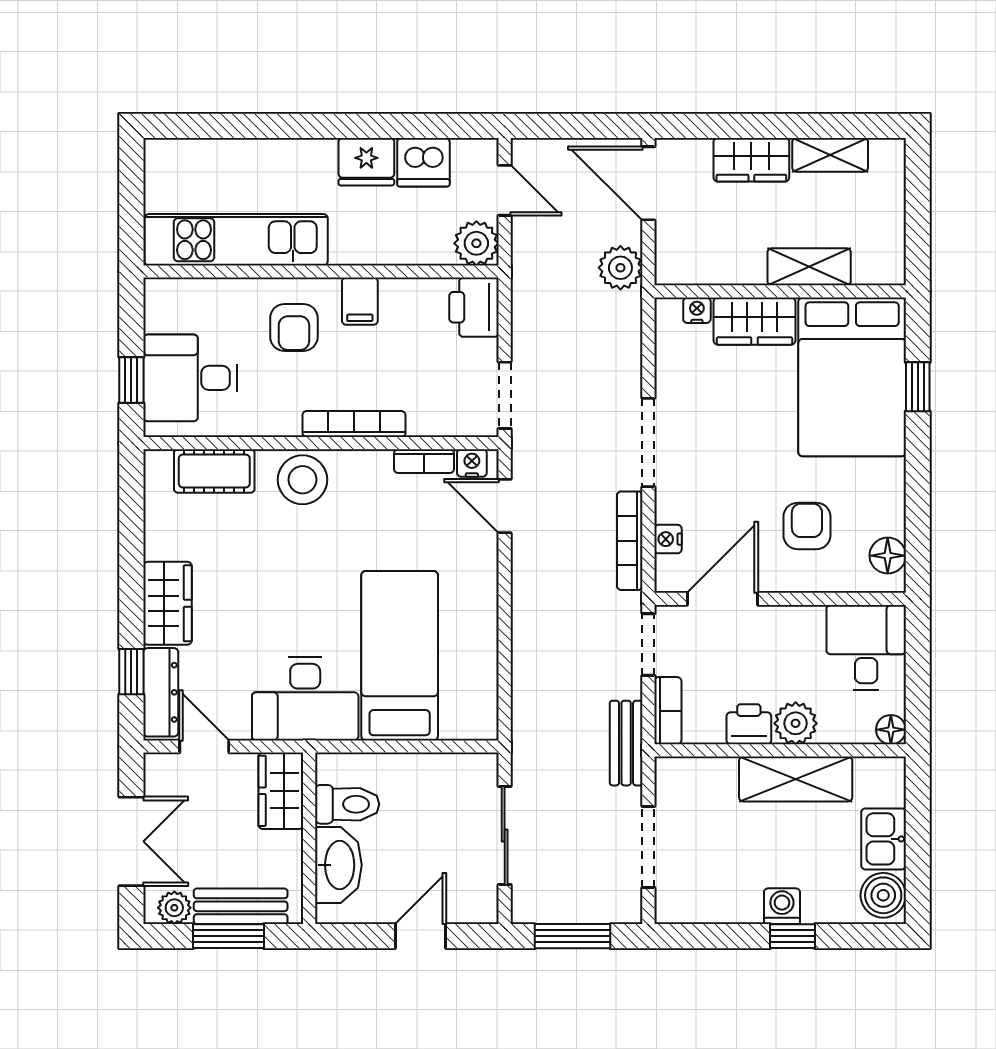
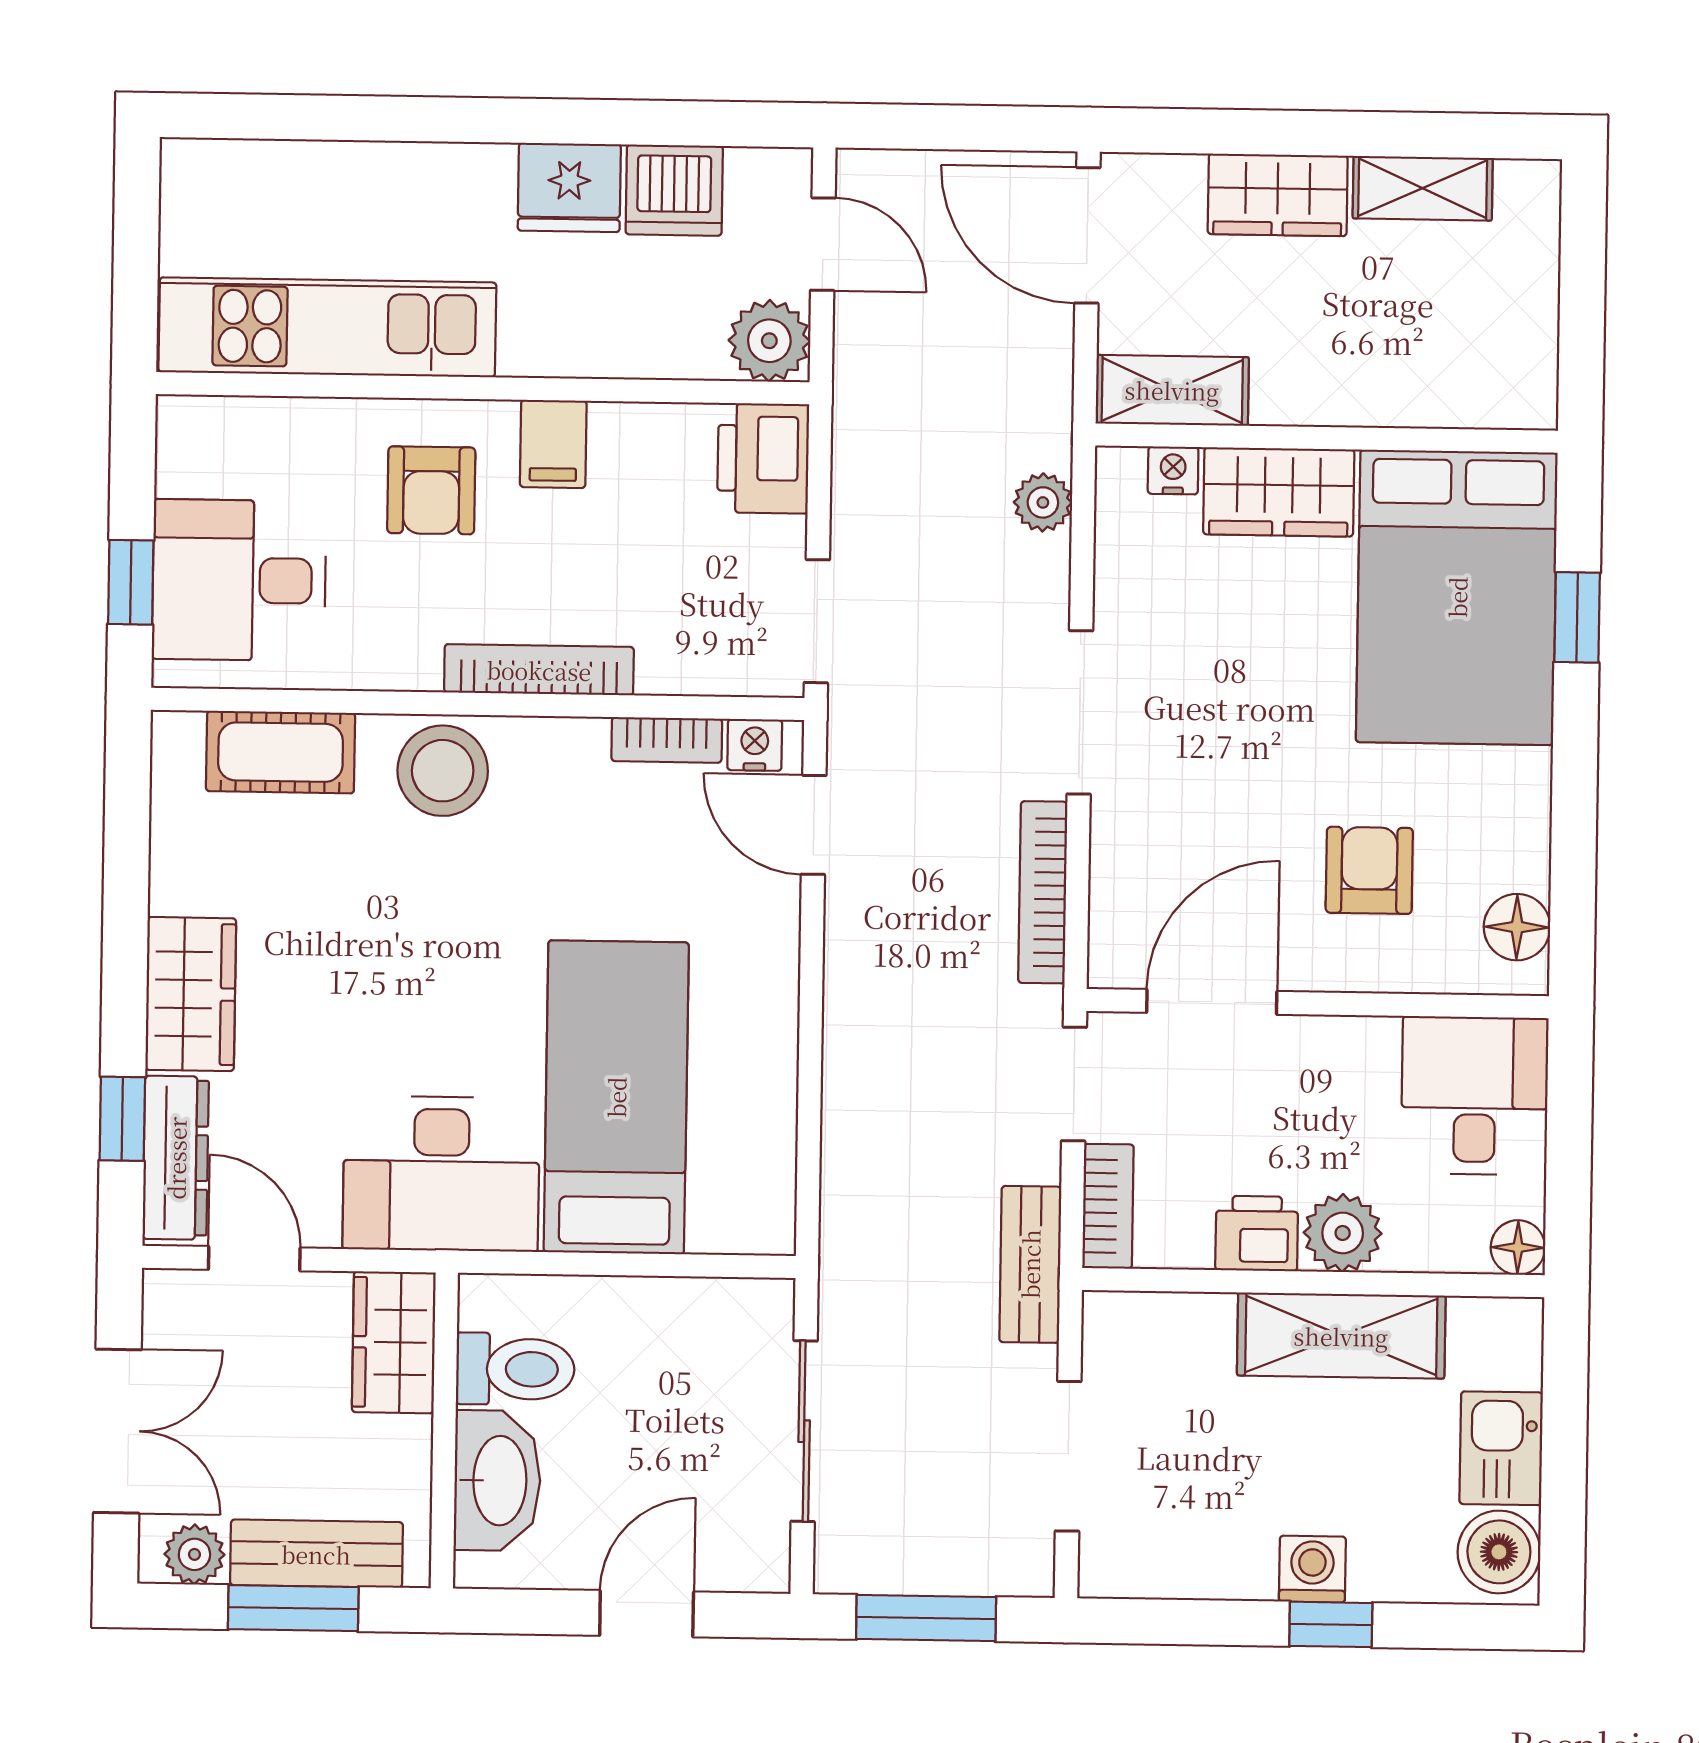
shelving: (809, 267) -> (1172, 390), moved
plant: (620, 268) -> (1043, 502), moved, width x0.73, depth x0.73
nightstand: (668, 539) -> (1113, 890), removed

